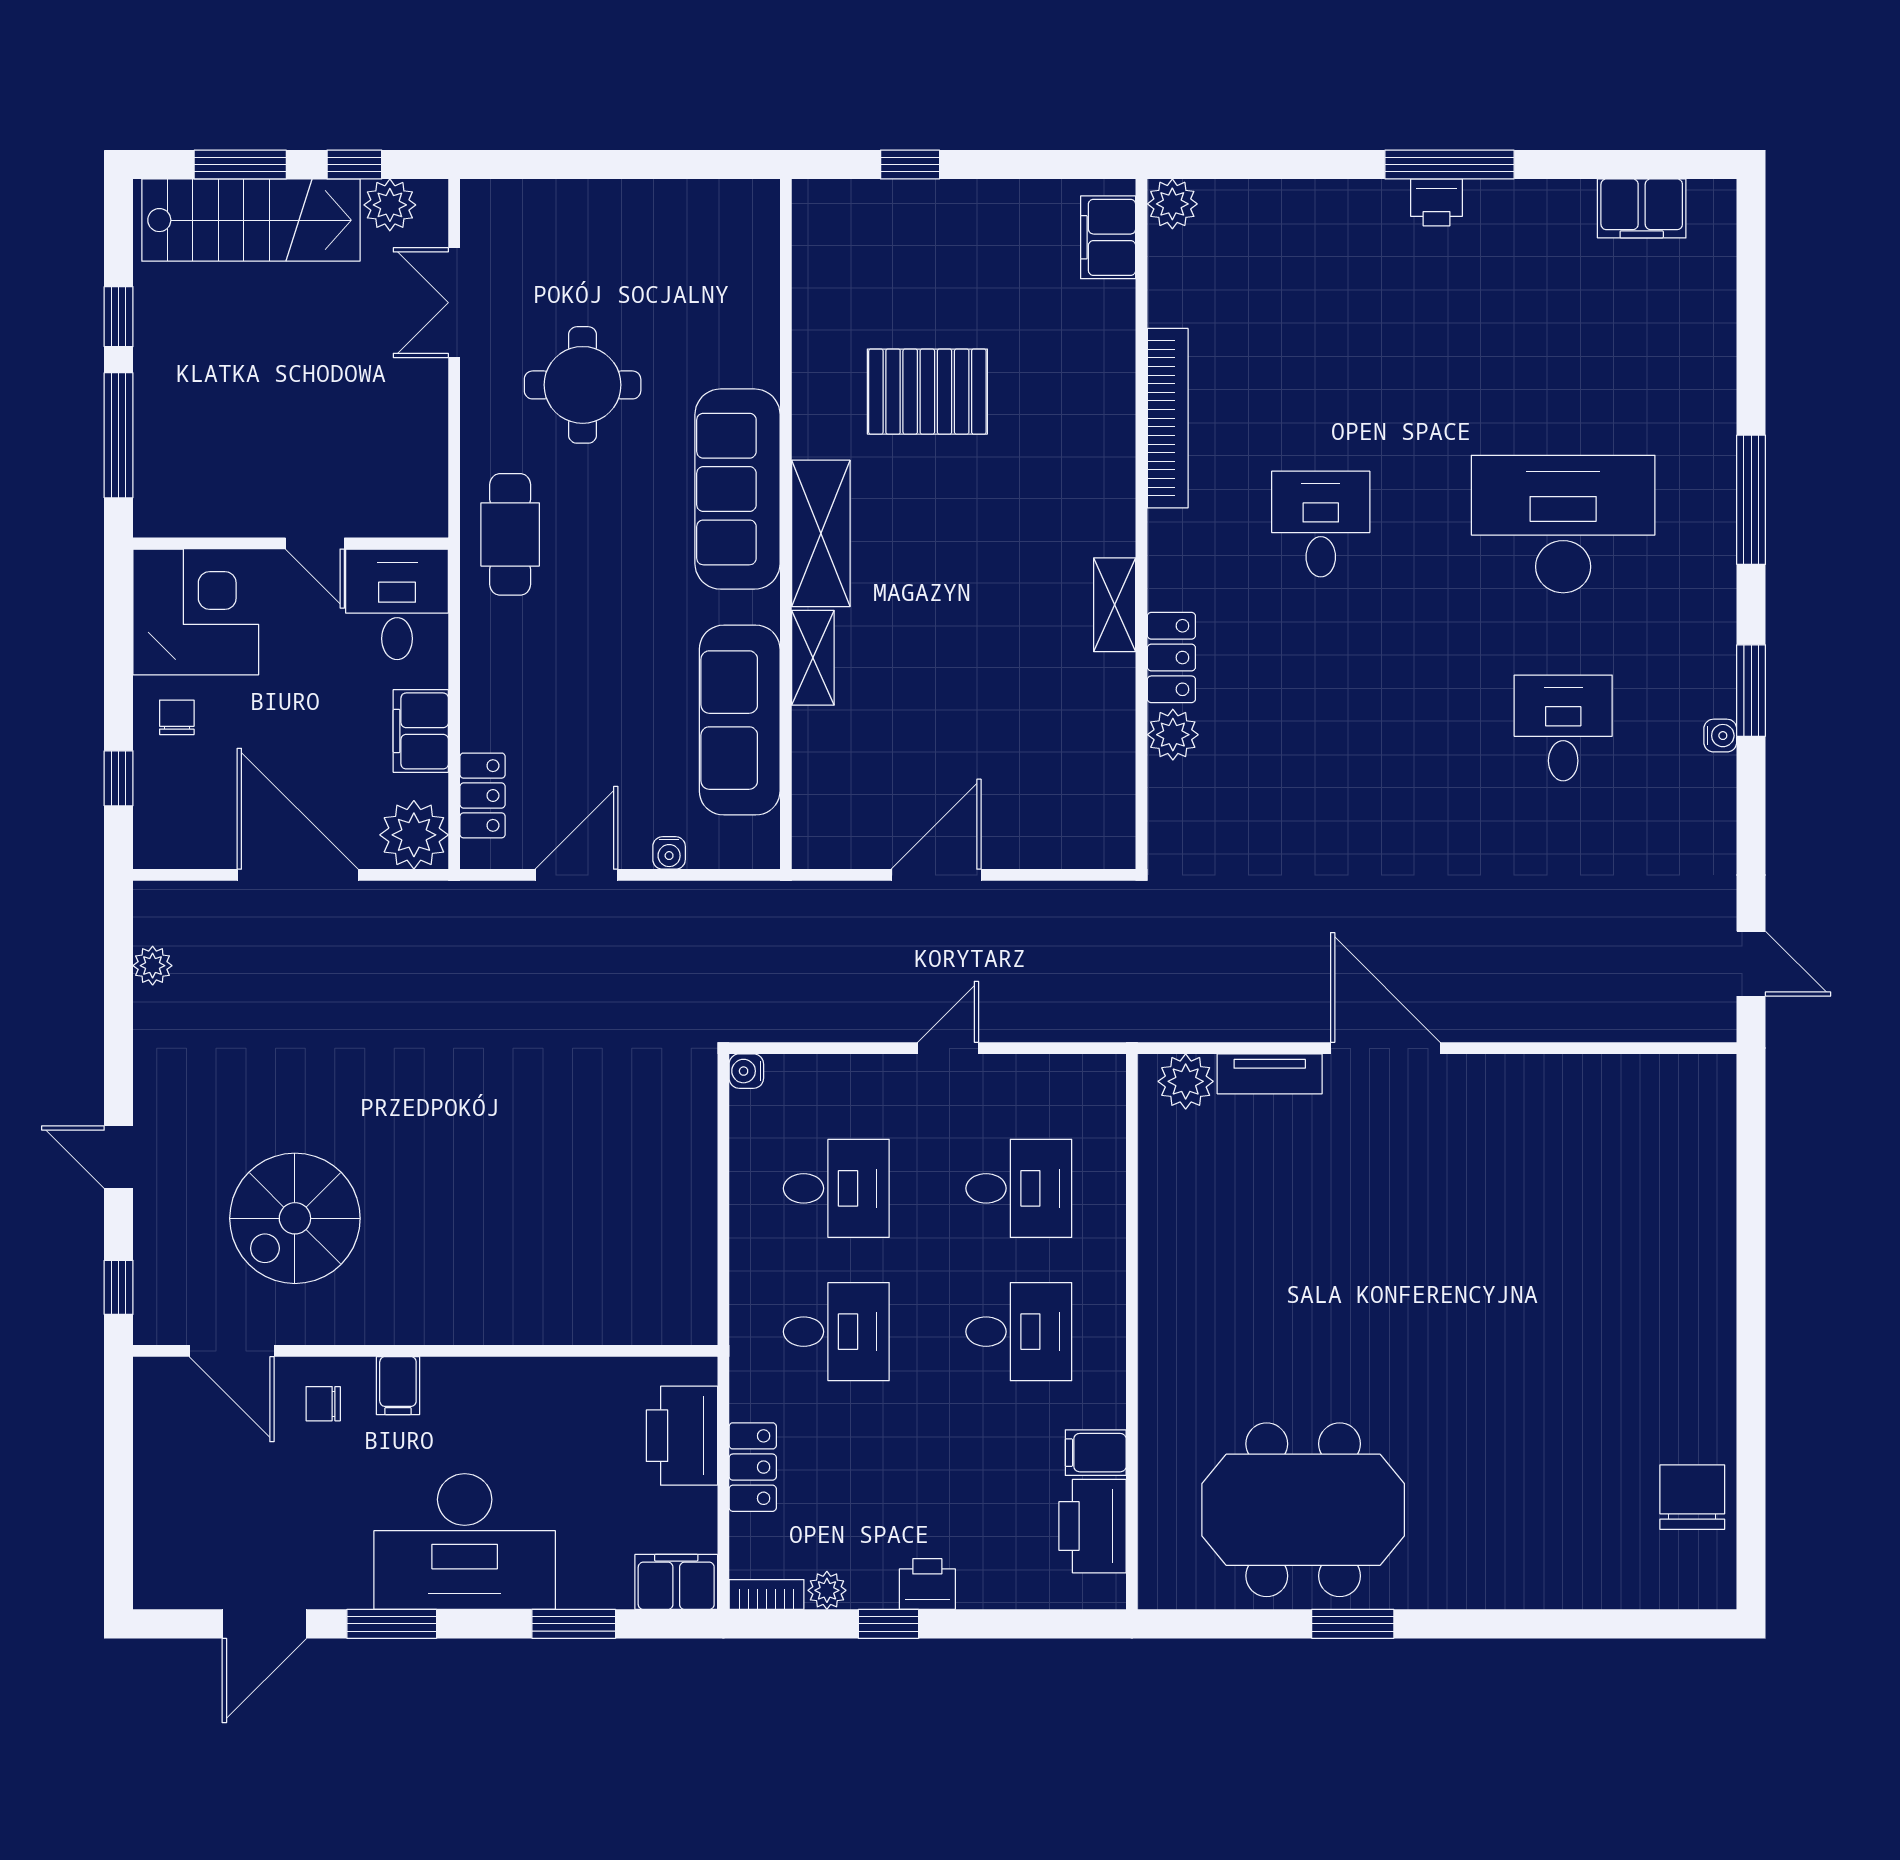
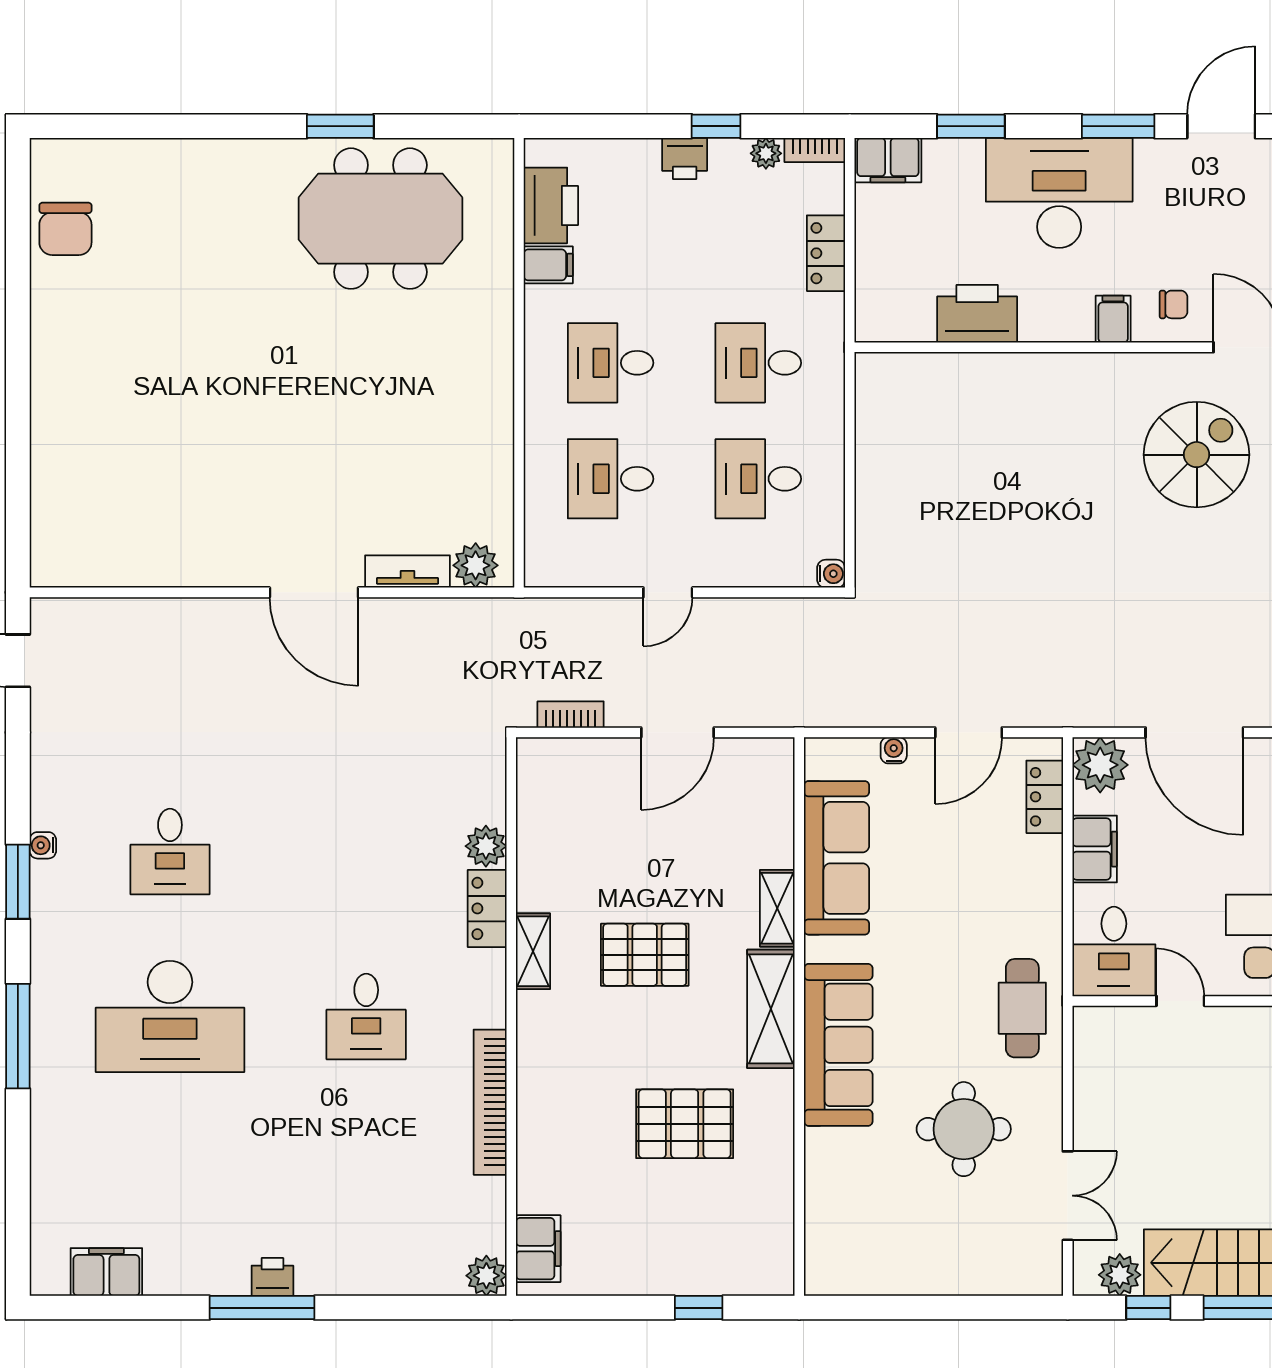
pallet: (977, 600) -> (645, 955), added
bookcase: (1068, 897) -> (571, 715), added
printer: (682, 1436) -> (977, 314), moved, turned -90

